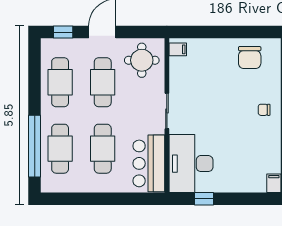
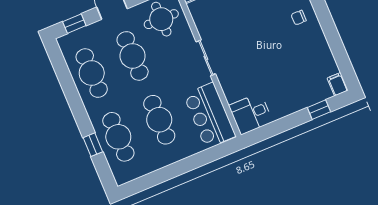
window: (35, 146) -> (93, 145), width x0.32
desk: (191, 164) -> (251, 114), width x0.53, depth x0.77
window: (204, 199) -> (319, 110), moved

